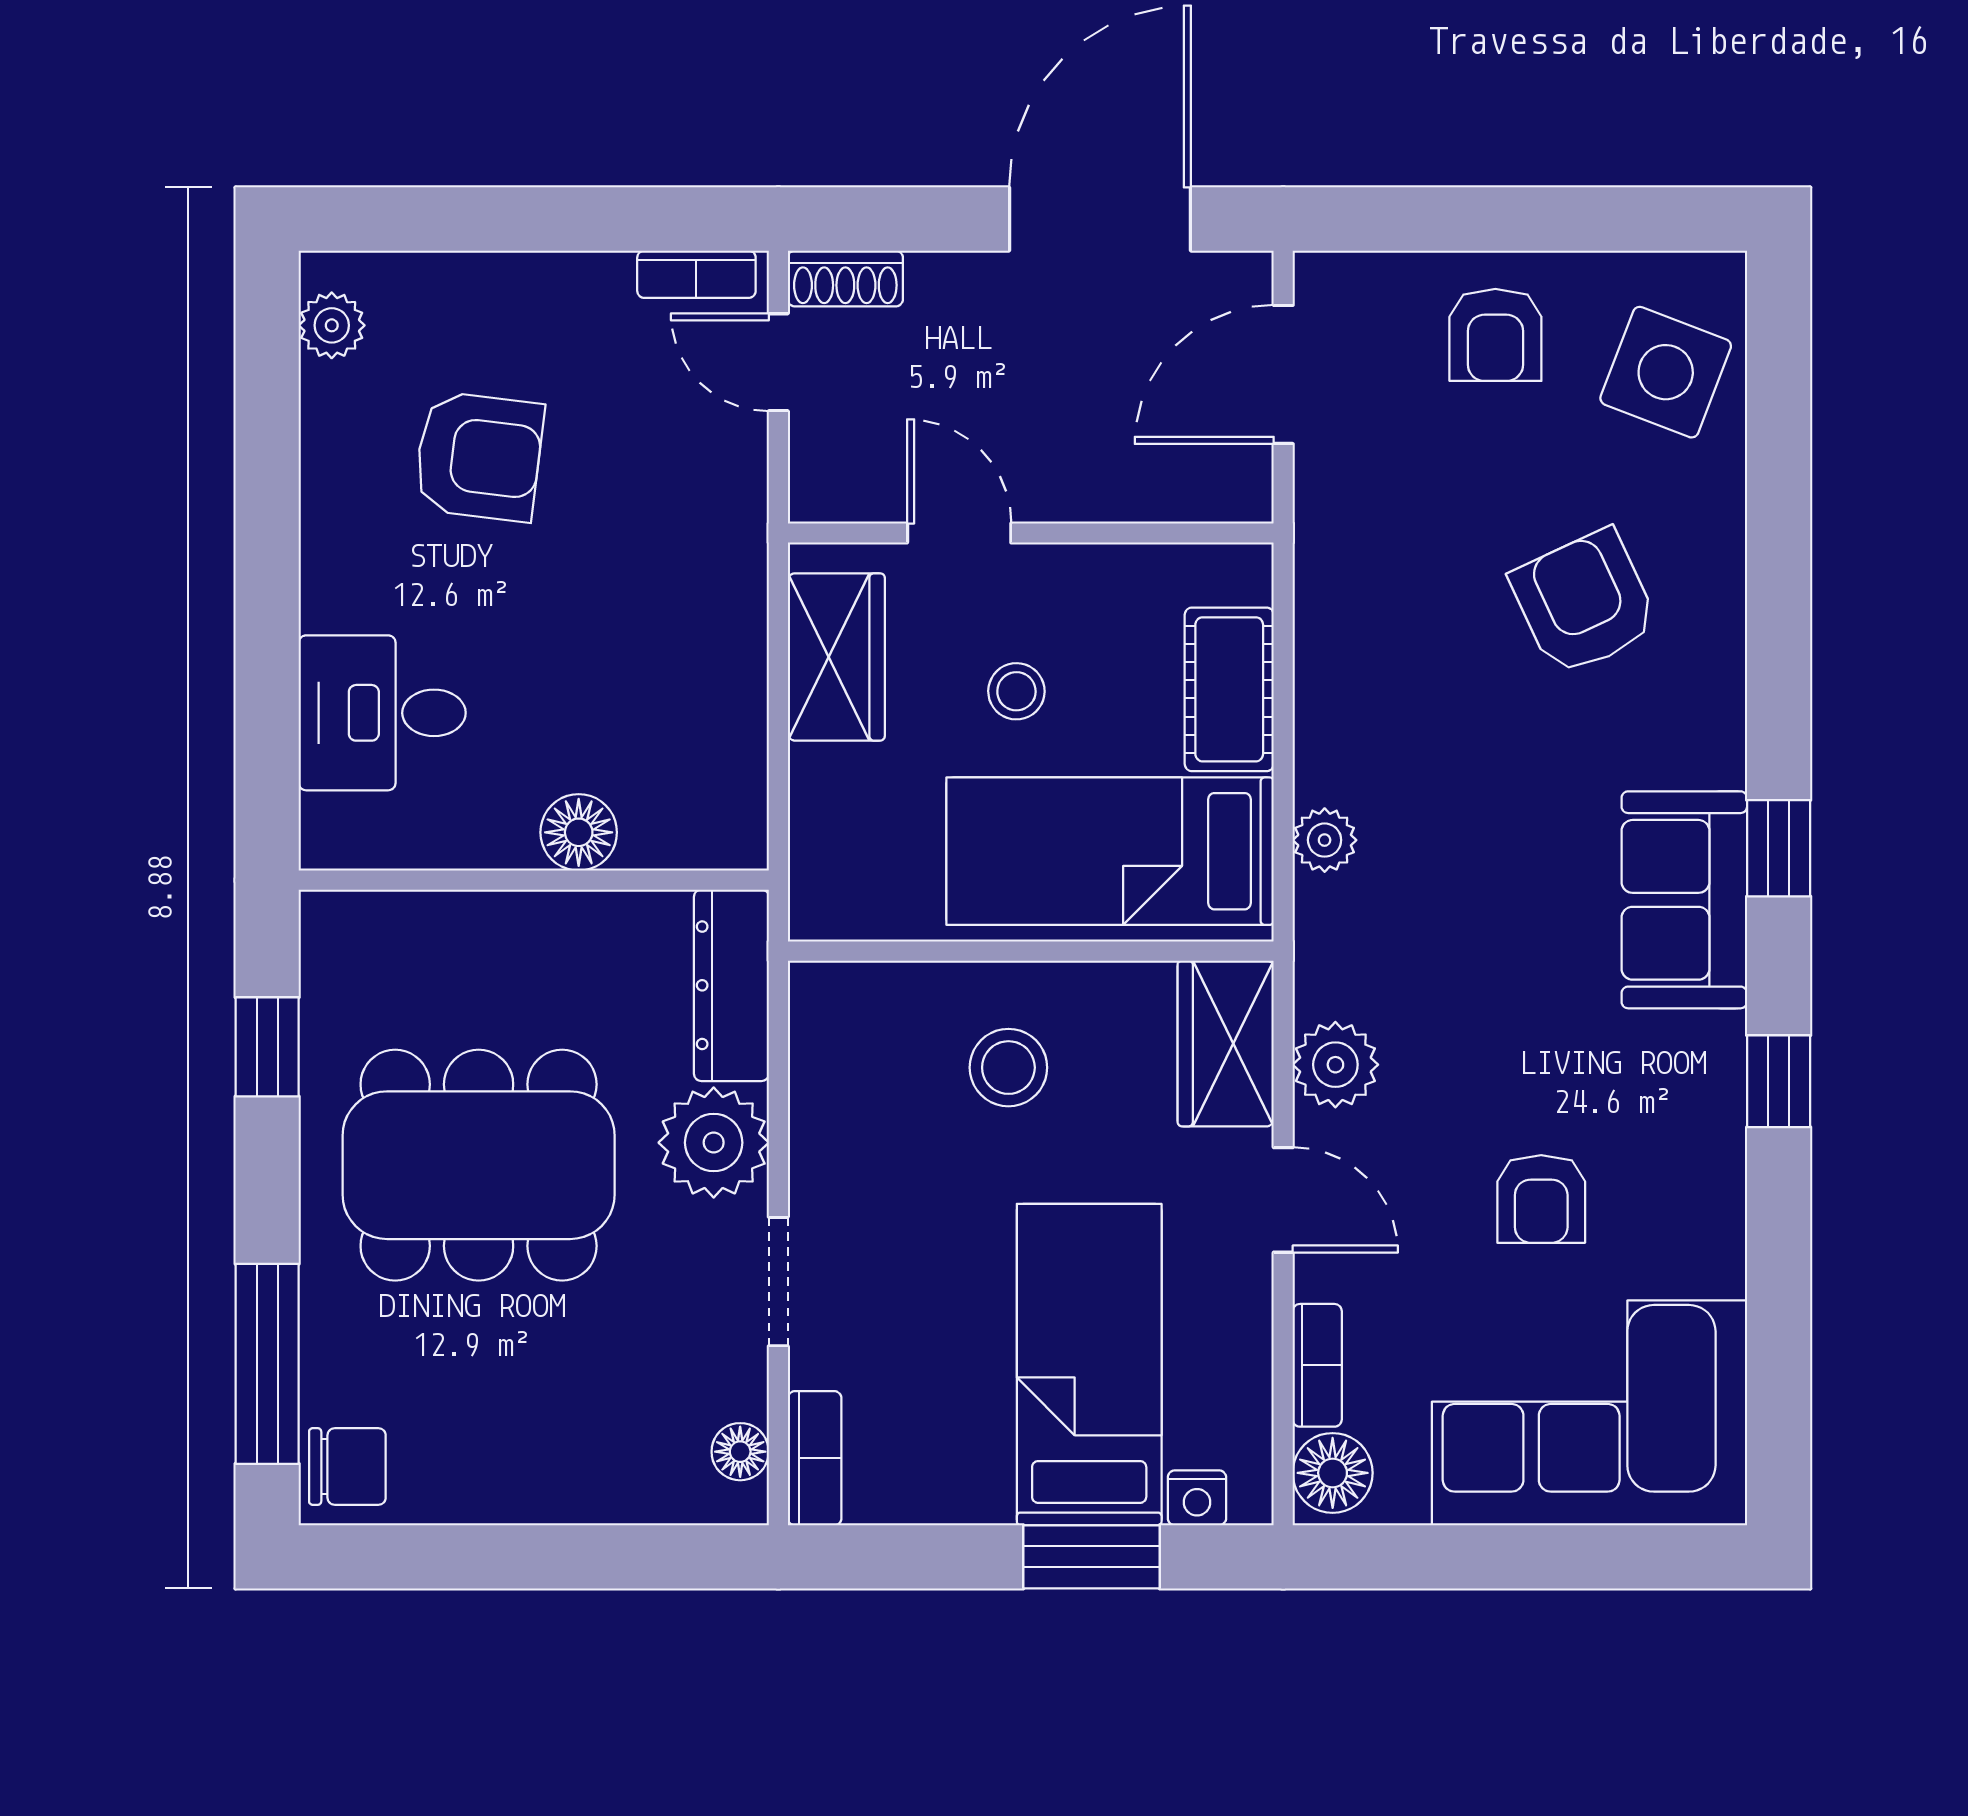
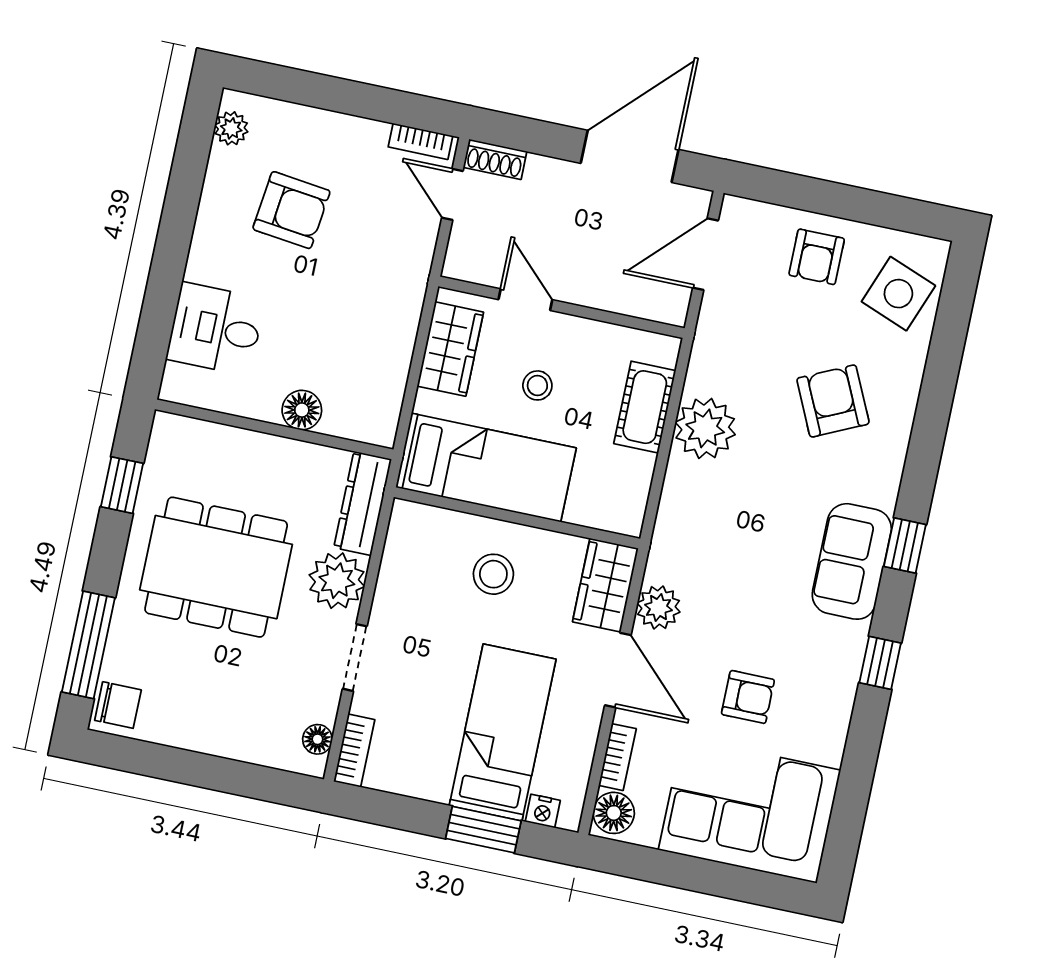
plant: (1325, 840) -> (705, 428), moved, width x1.88, depth x1.88
bed: (1110, 851) -> (486, 468), moved, turned 180
armchair: (1541, 1199) -> (748, 697), turned -90
door: (1283, 1200) -> (618, 670), width x1.38

